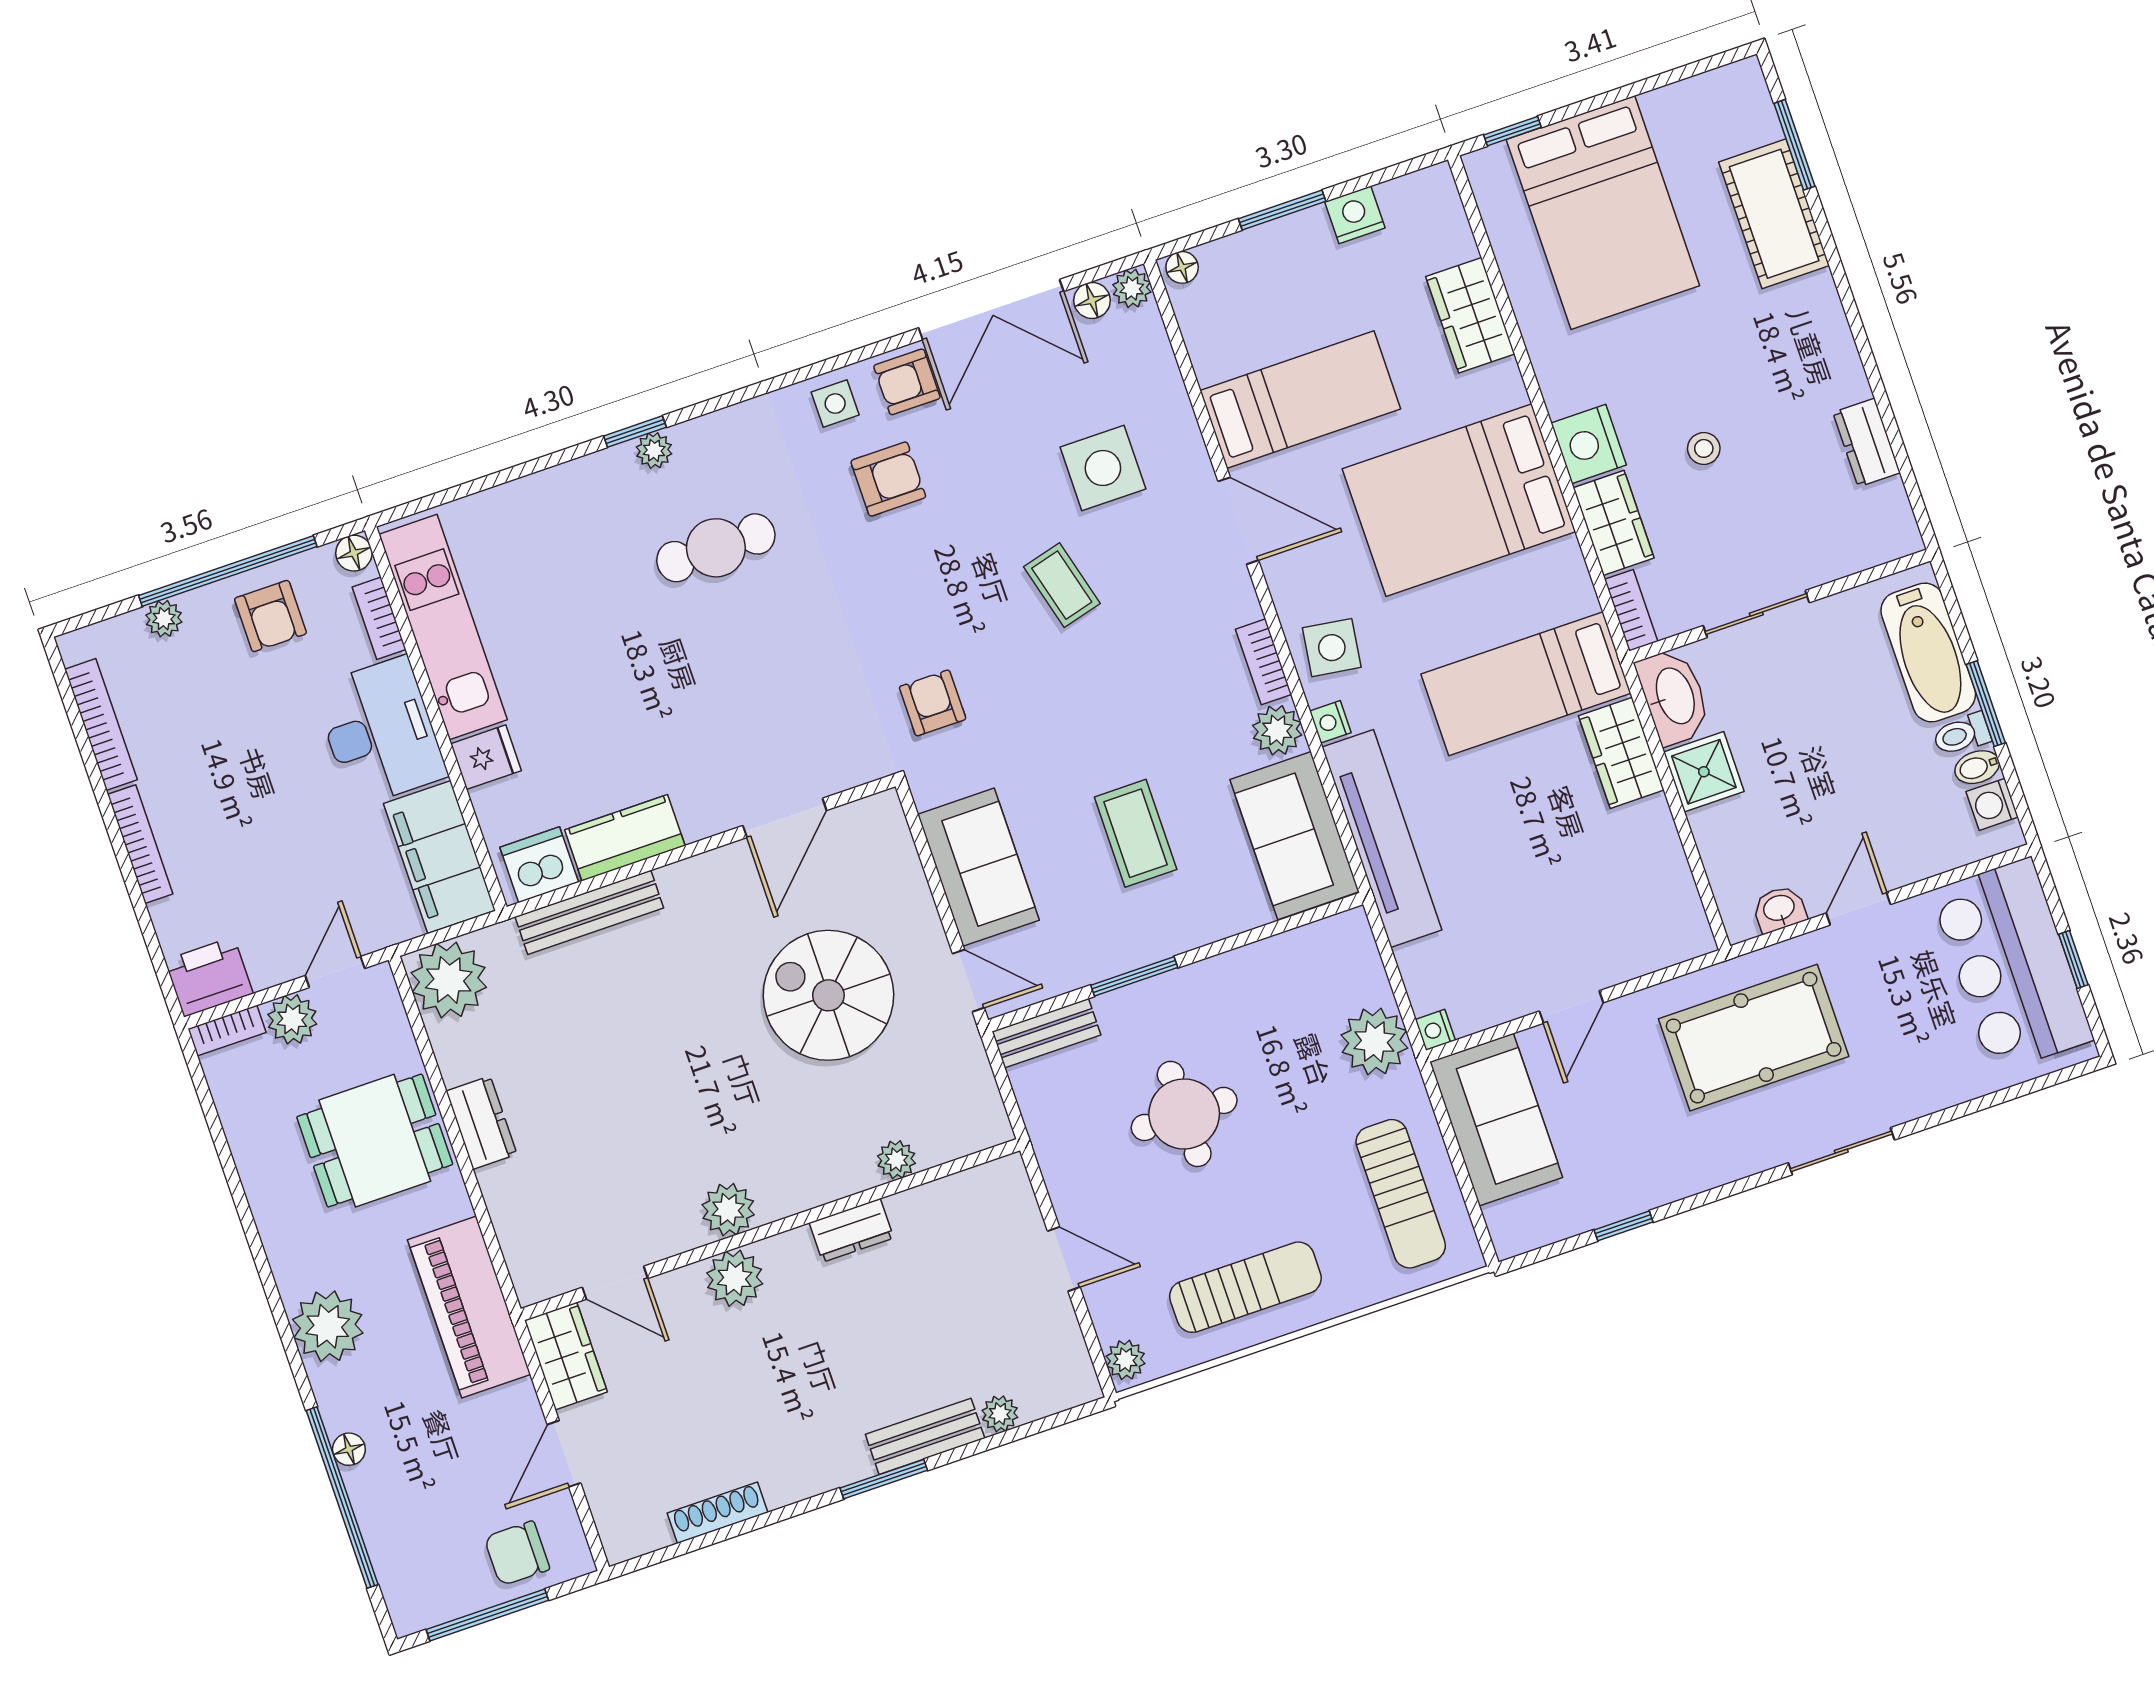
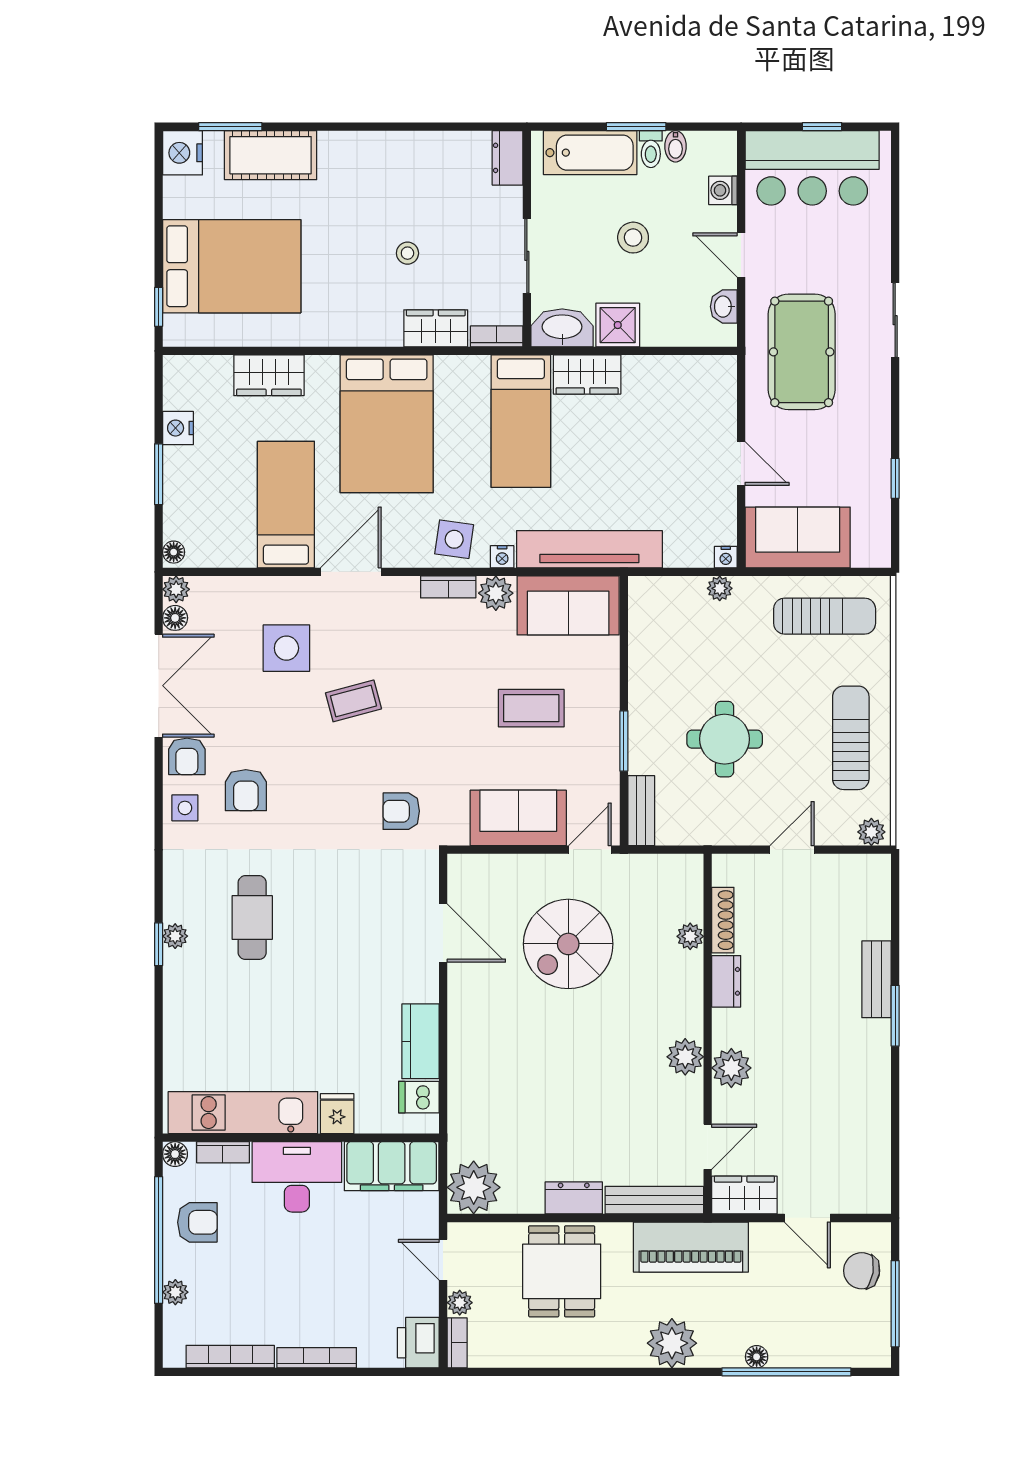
dresser: (1867, 443) -> (508, 158), moved, turned 90
nightstand: (1589, 444) -> (183, 153), moved, turned 90
armchair: (888, 479) -> (246, 790), turned 180
stool: (1832, 752) -> (633, 238), added
washing machine: (1992, 804) -> (723, 190), moved, turned 90
dishwasher: (539, 865) -> (419, 1097), width x0.73
bench: (589, 912) -> (654, 1200), moved, turned 90
plant: (292, 1019) -> (460, 1303), width x0.73, depth x0.73
plant: (1374, 1041) -> (720, 588), width x0.53, depth x0.53
plant: (1000, 1414) -> (878, 926), removed
shoe rack: (718, 1513) -> (723, 920), moved, turned 180
chair: (517, 1553) -> (862, 1271), turned 99

